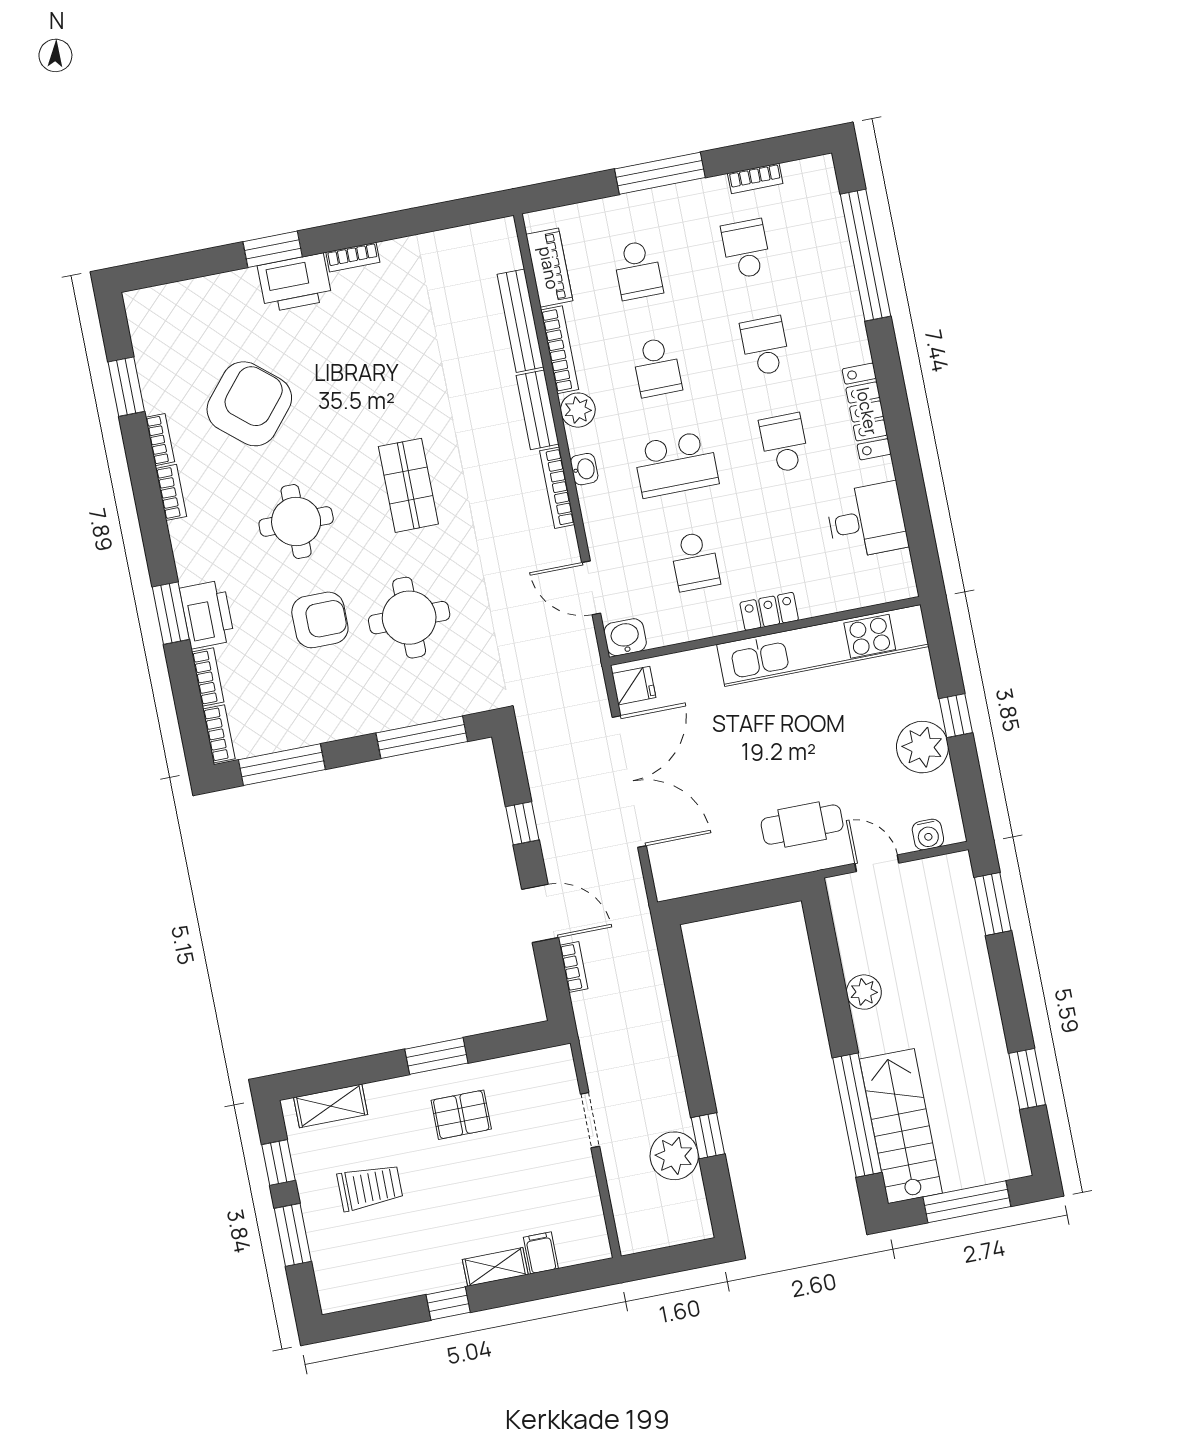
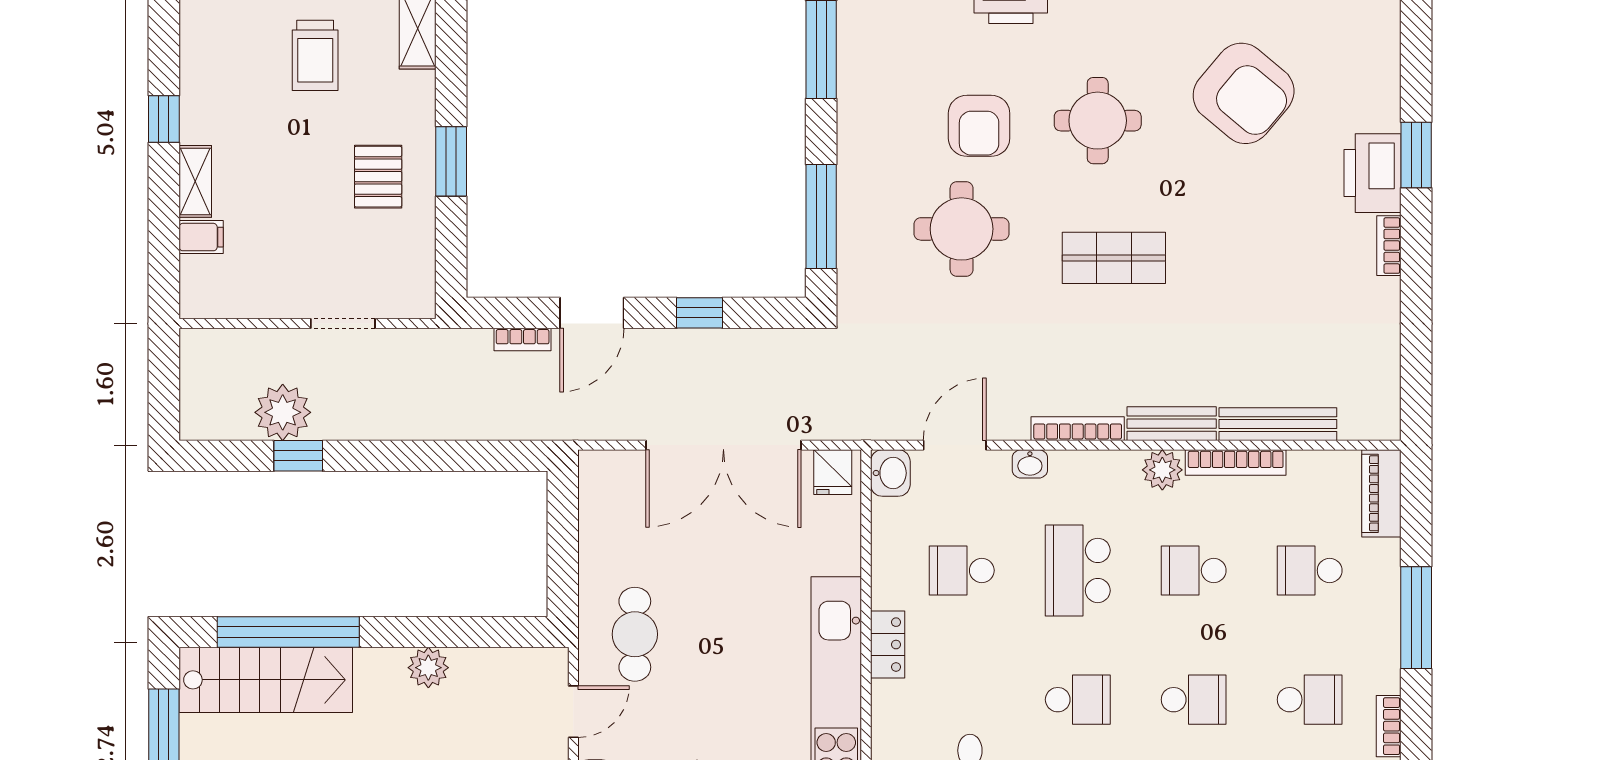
piano: (549, 268) -> (1381, 493), moved, turned 90
washbasin: (584, 469) -> (1030, 464), moved

